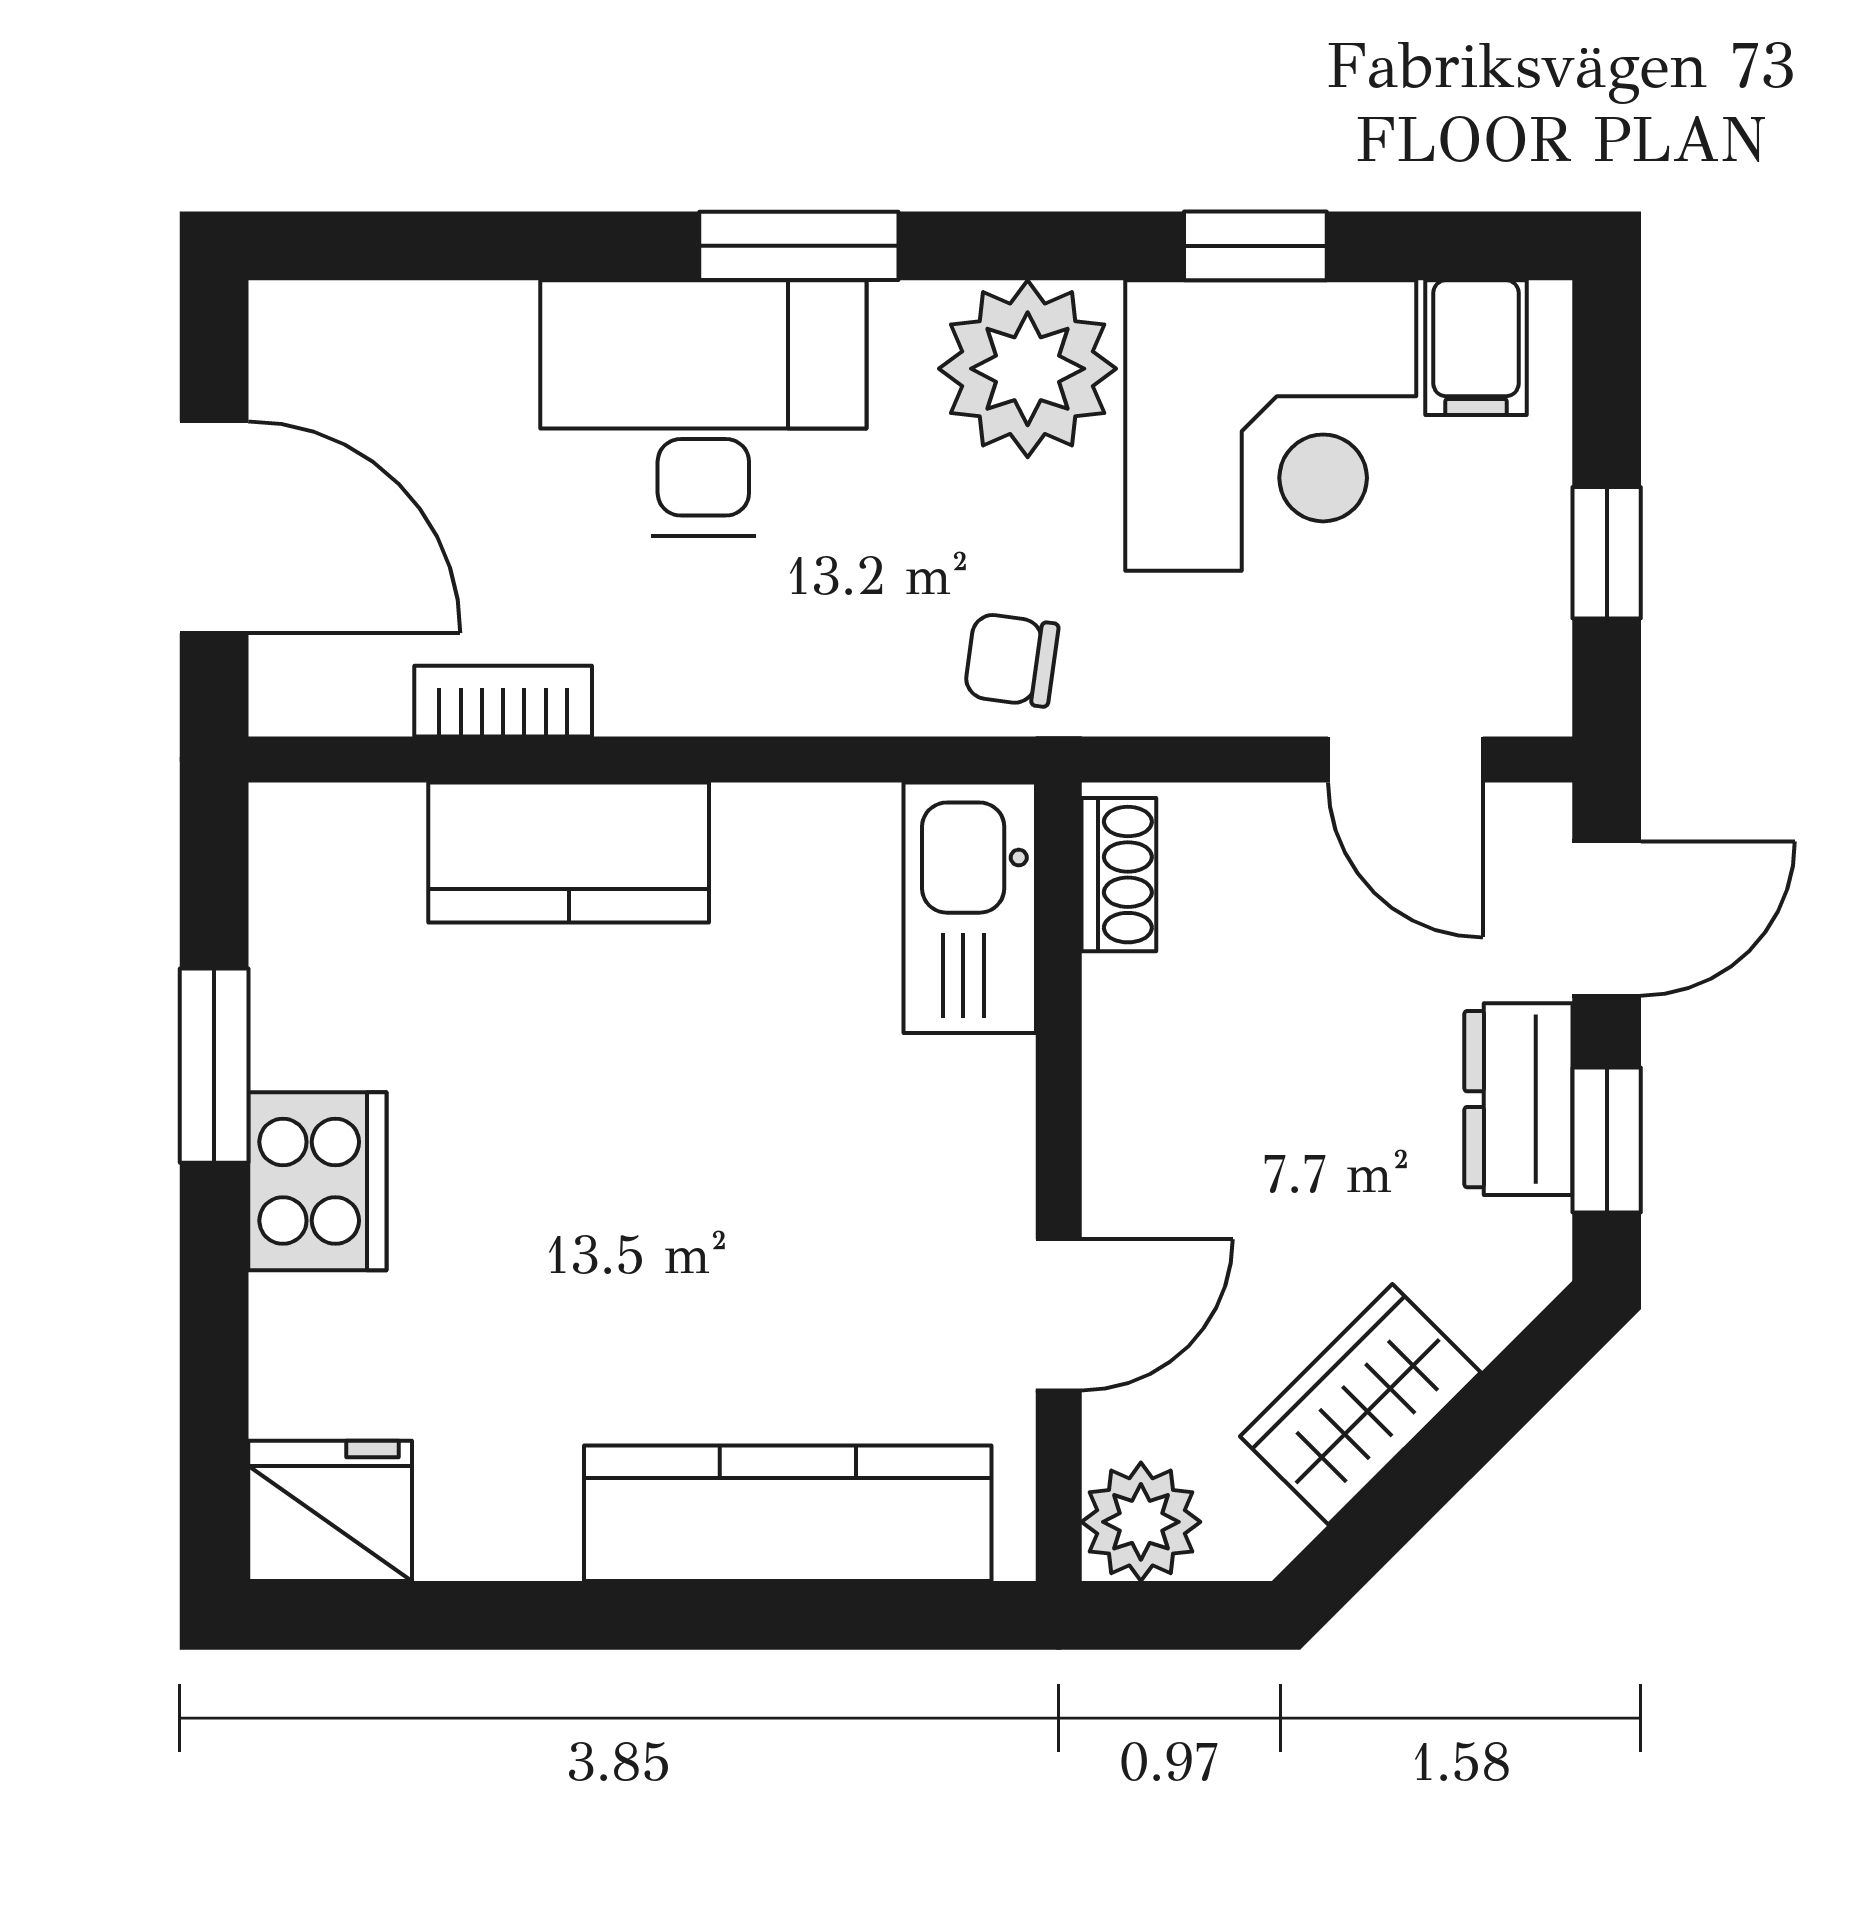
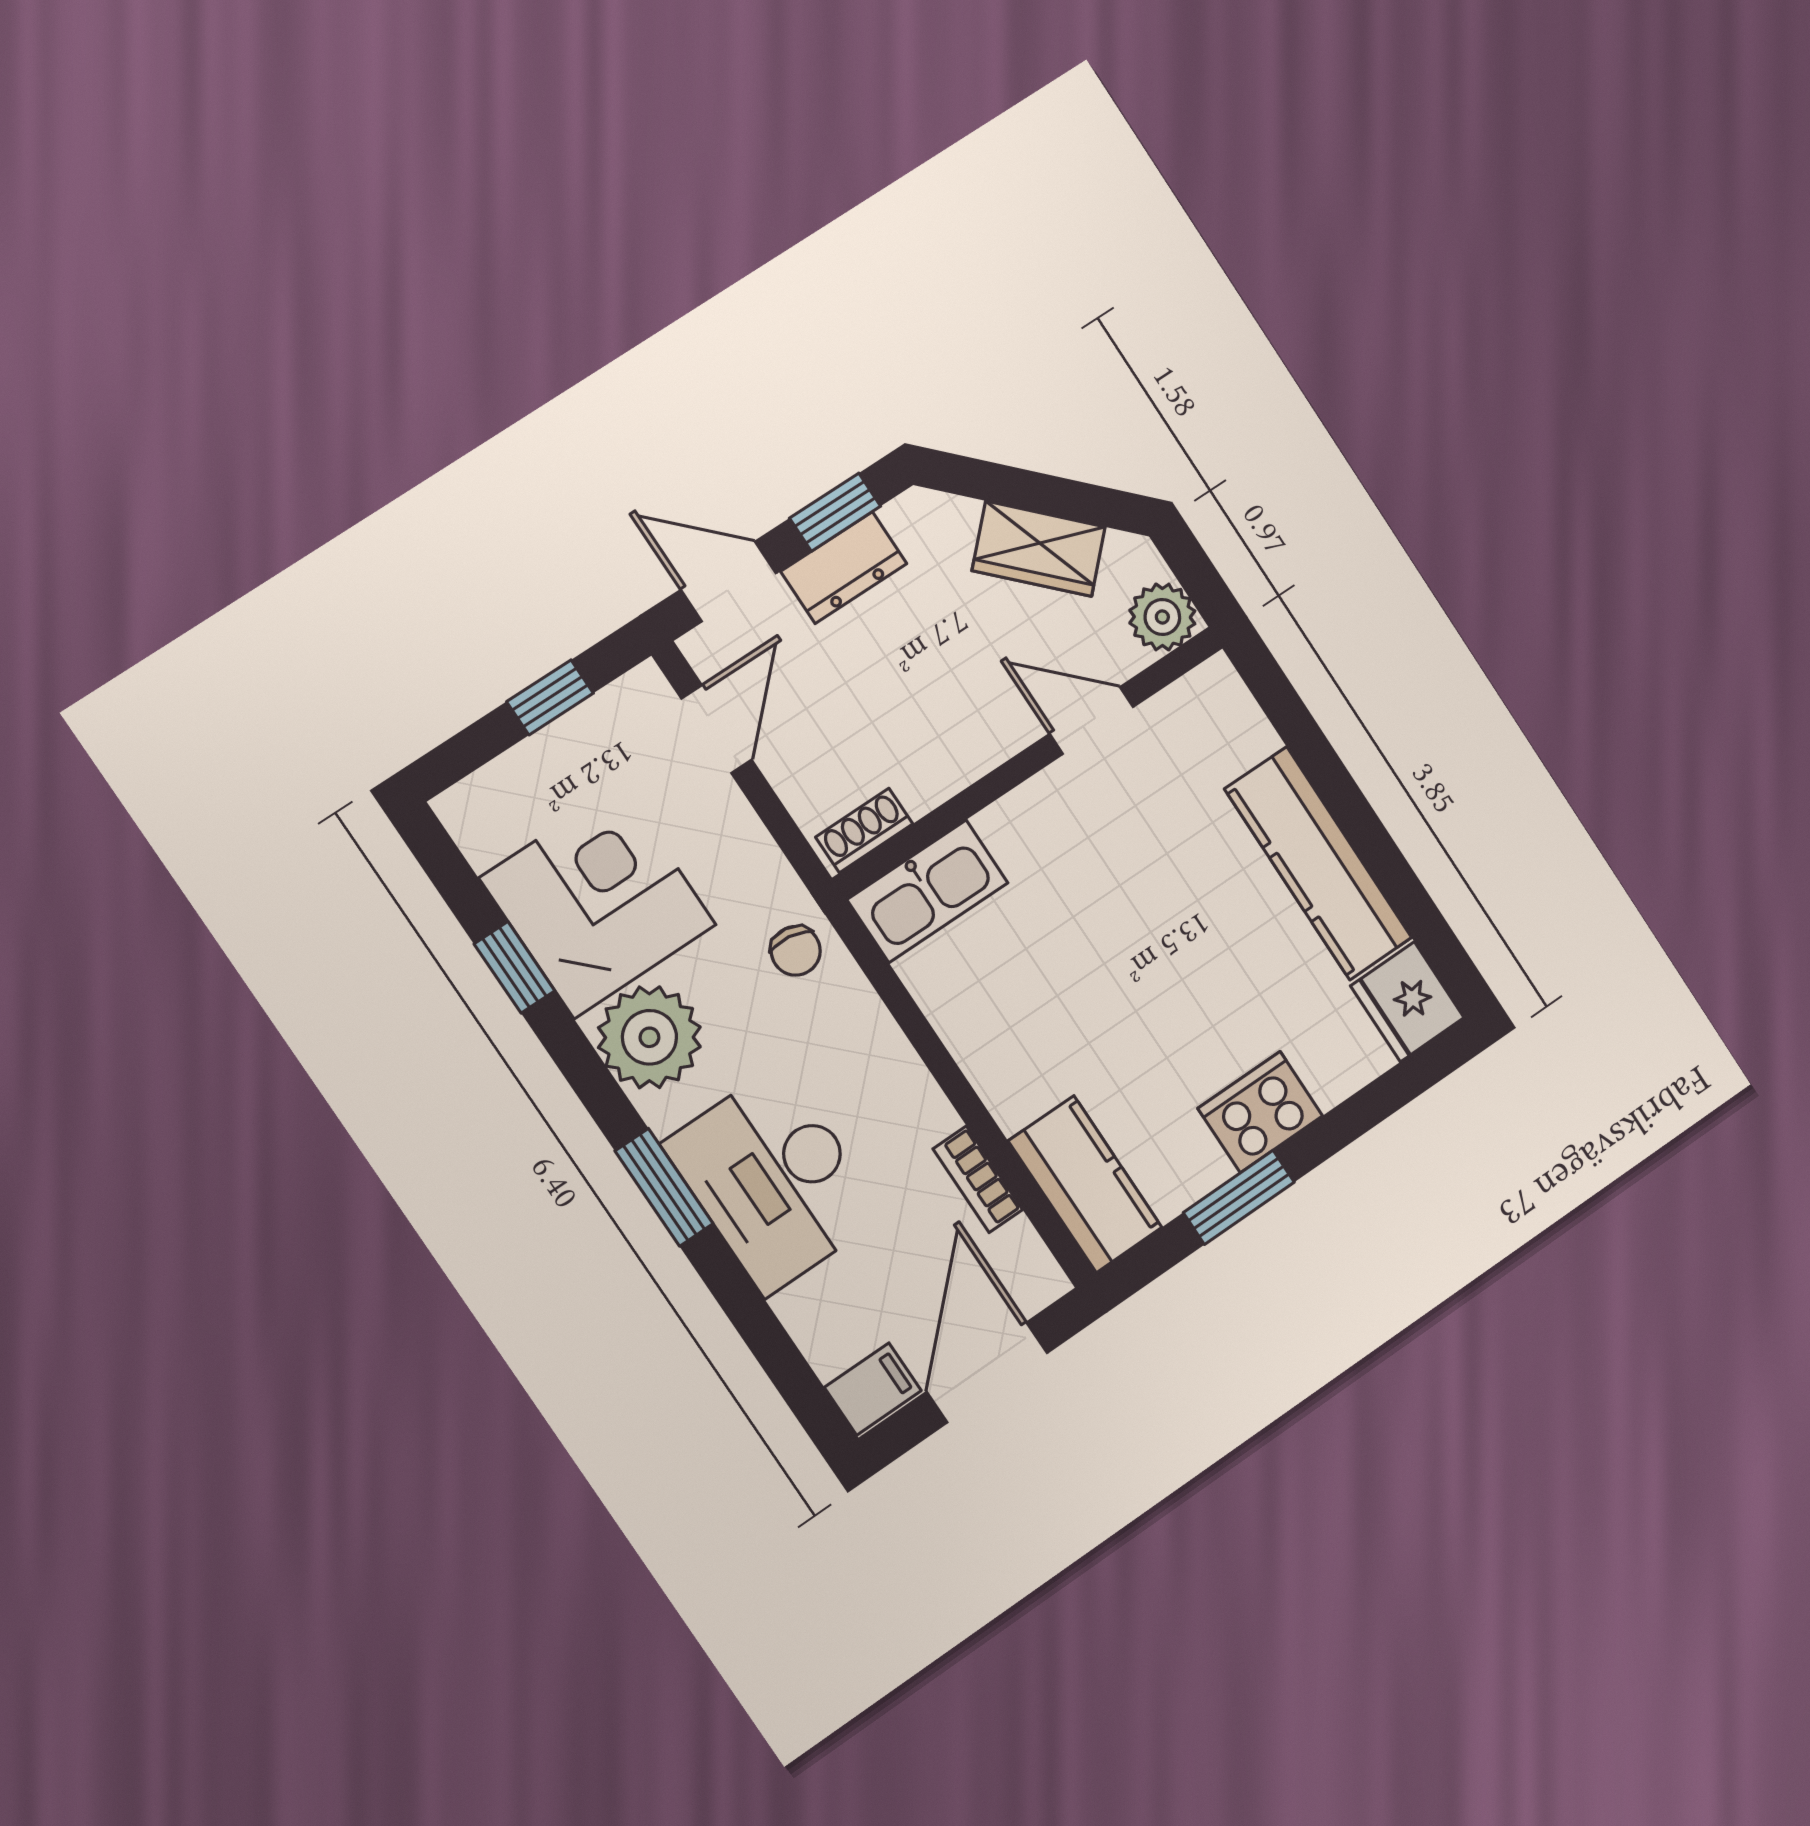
filing cabinet: (1476, 348) -> (873, 1389), moved
kitchen counter: (569, 852) -> (1085, 1184), moved
kitchen counter: (788, 1513) -> (1318, 863), moved

